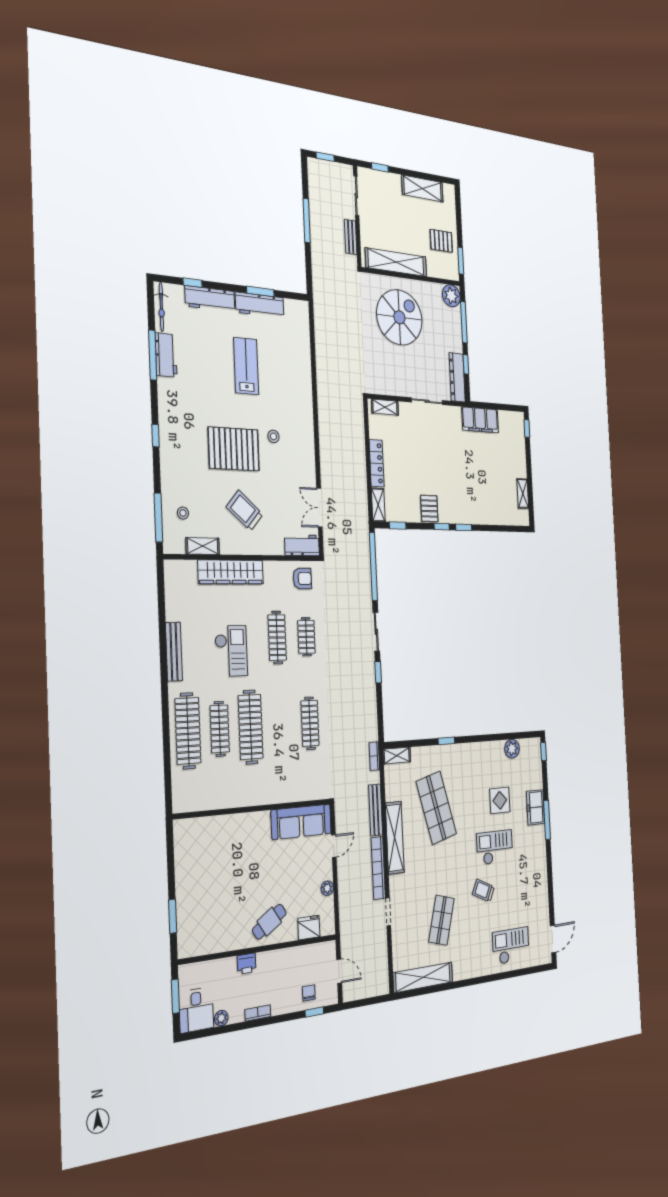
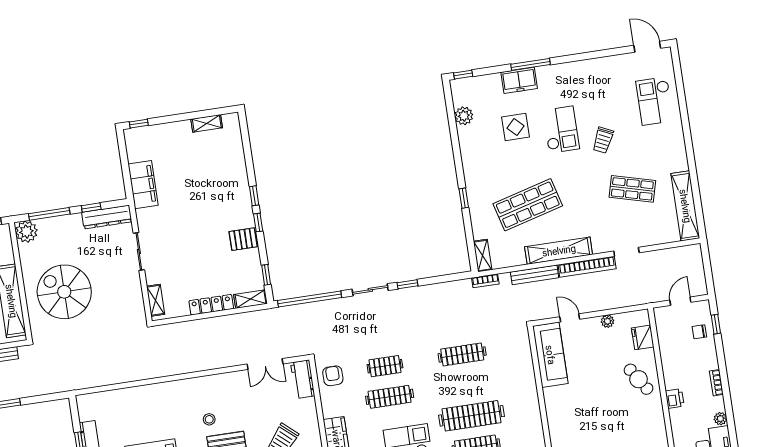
checkout: (495, 847) -> (561, 130), turned 180

